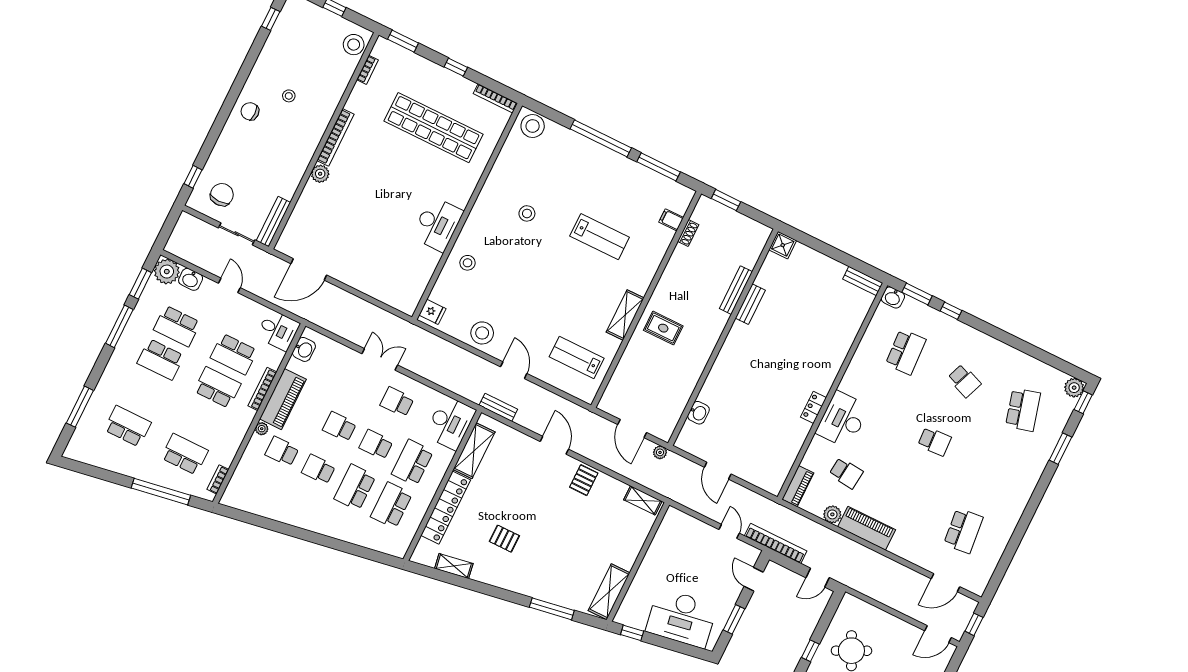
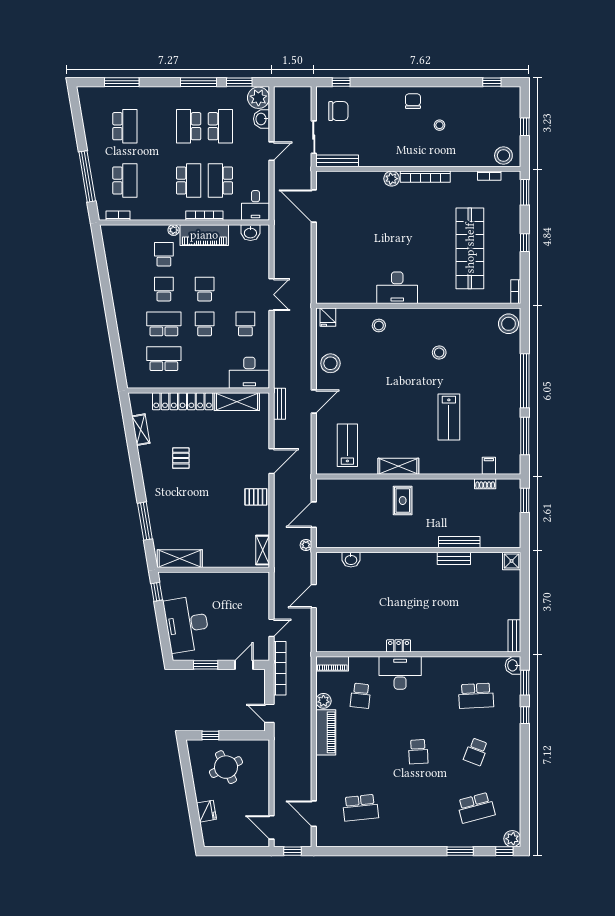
bookcase: (495, 98) -> (516, 292), width x0.64
school desk: (177, 326) -> (220, 126), turned 180
school desk: (412, 463) -> (205, 359), removed

